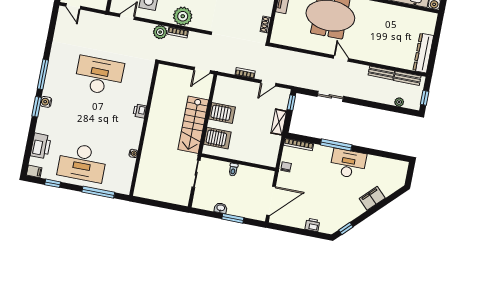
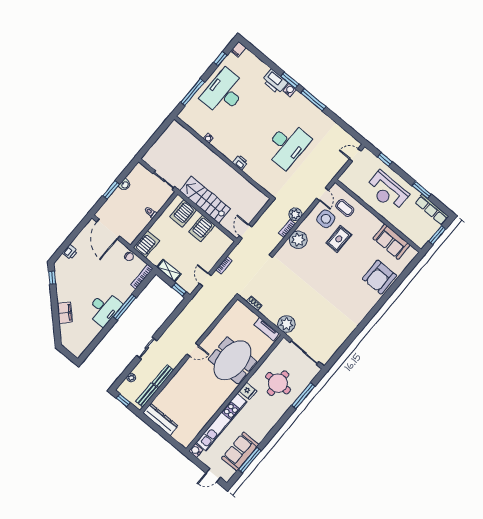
sliding door: (330, 96) -> (147, 348), moved
printer: (41, 146) -> (275, 82), moved
server rack: (265, 157) -> (146, 244), added

